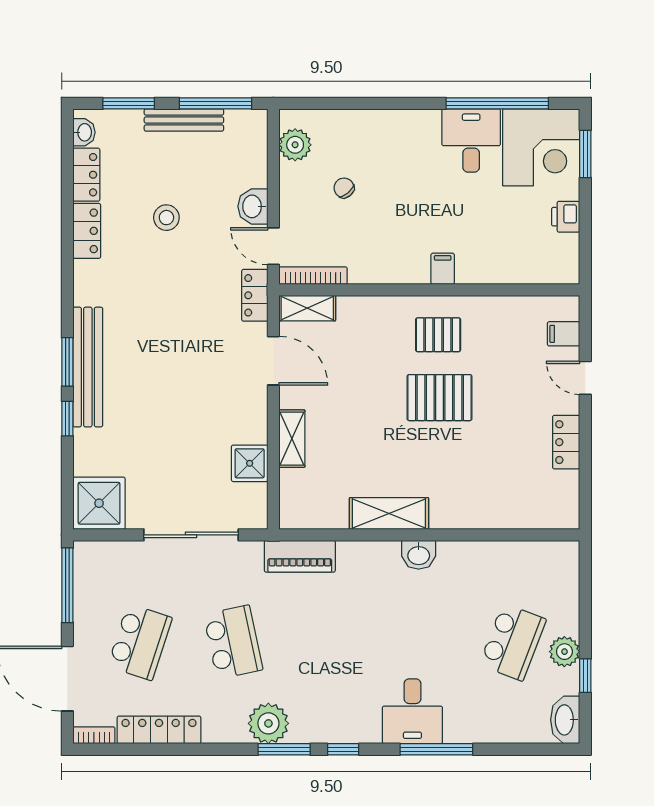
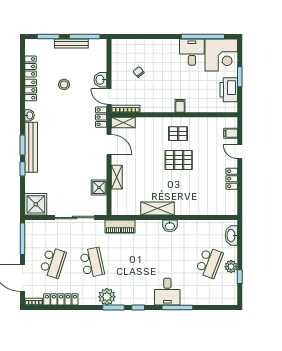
washbasin: (84, 132) -> (29, 115), moved
plant: (295, 145) -> (118, 54), removed
window: (585, 154) -> (240, 77), moved
printer: (566, 217) -> (229, 90), width x1.87, depth x1.48
washbasin: (565, 720) -> (231, 236), moved

